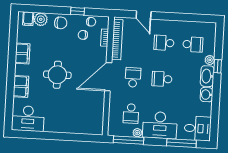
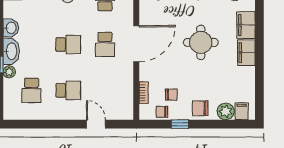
bookcase: (117, 40) -> (128, 91), removed
school desk: (193, 44) -> (31, 90), turned -90
filing cabinet: (22, 54) -> (246, 53), moved

